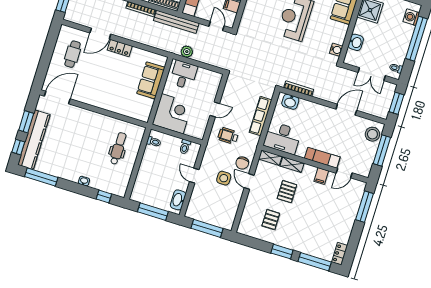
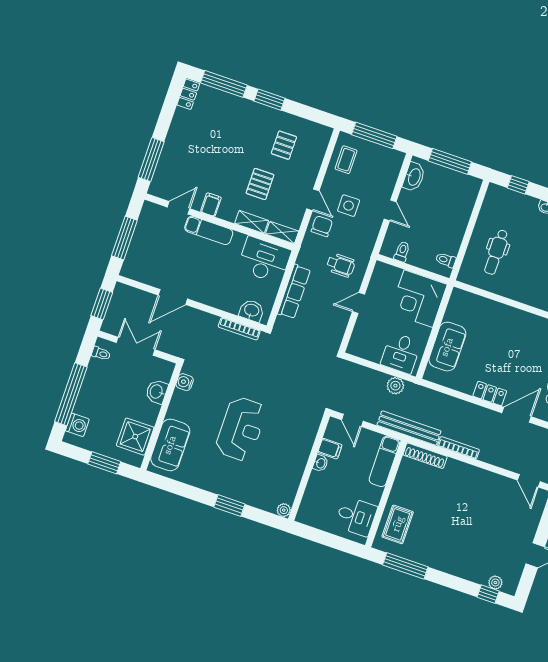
stool: (372, 134) -> (137, 261), removed
coffee table: (226, 211) -> (346, 160), added

